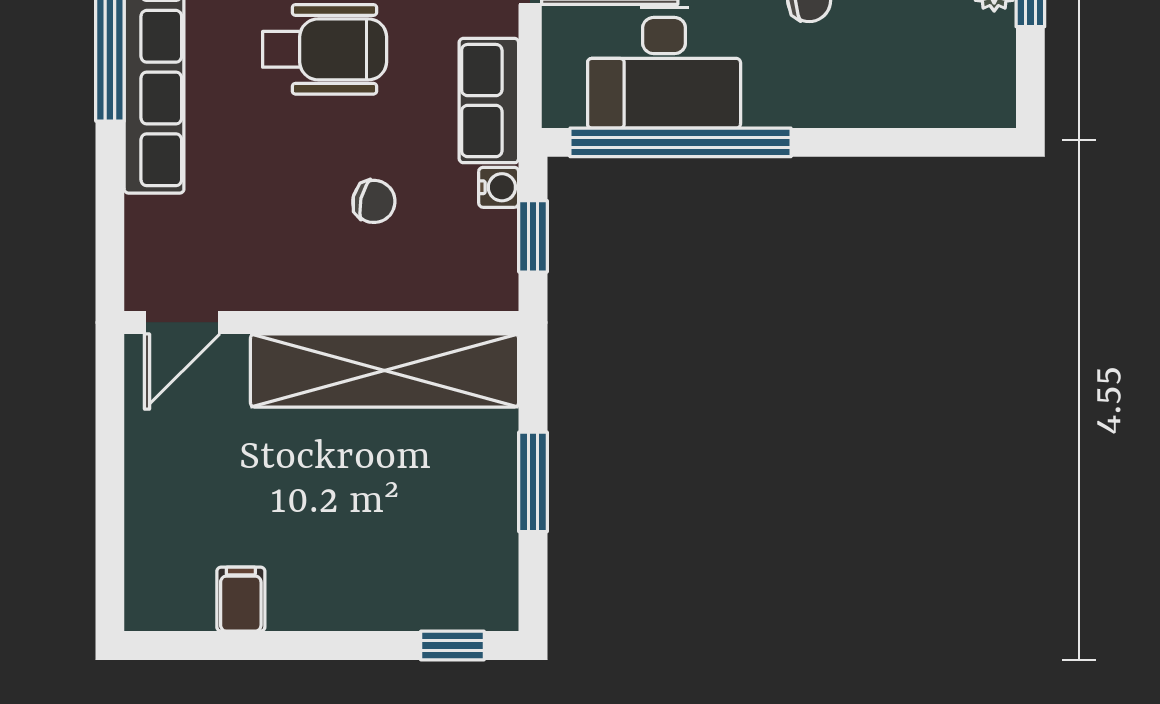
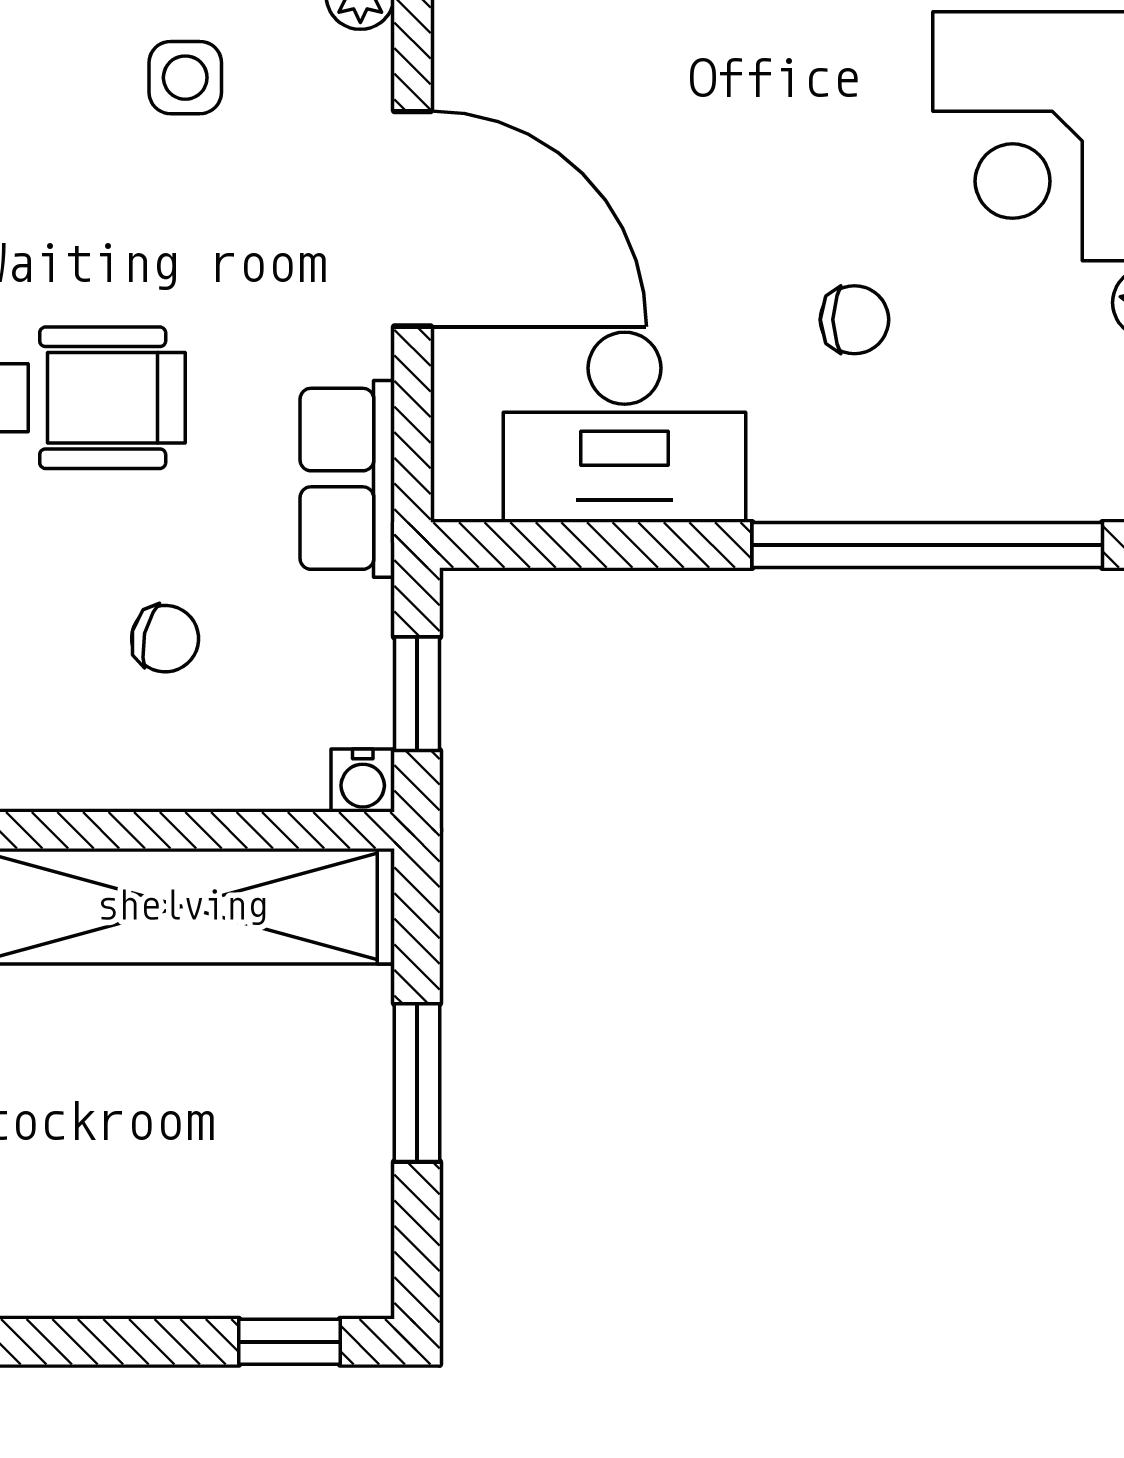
window: (680, 142) -> (927, 545), moved
water cooler: (499, 187) -> (363, 780), moved, turned 90

